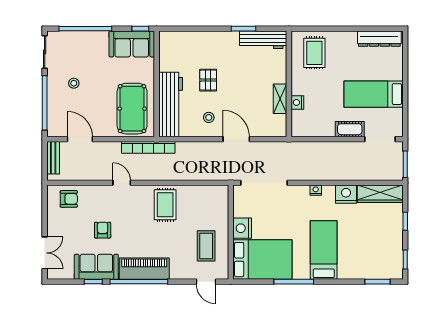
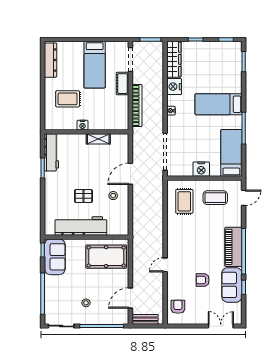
rug: (314, 53) -> (68, 99), moved
nightstand: (297, 102) -> (83, 125), moved
workbench: (171, 105) -> (81, 226), moved
bookcase: (148, 147) -> (137, 106), moved
rug: (165, 205) -> (184, 201), moved, turned 90
bed: (262, 260) -> (231, 153), width x0.67

